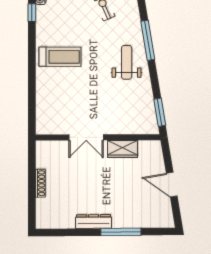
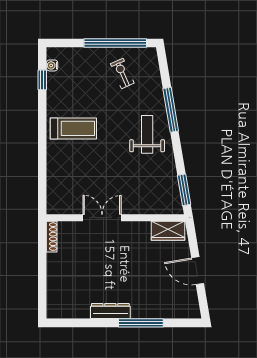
double door: (86, 137) -> (102, 218), swing flipped
wardrobe: (123, 149) -> (168, 231), moved
shoe rack: (40, 183) -> (52, 237), moved

